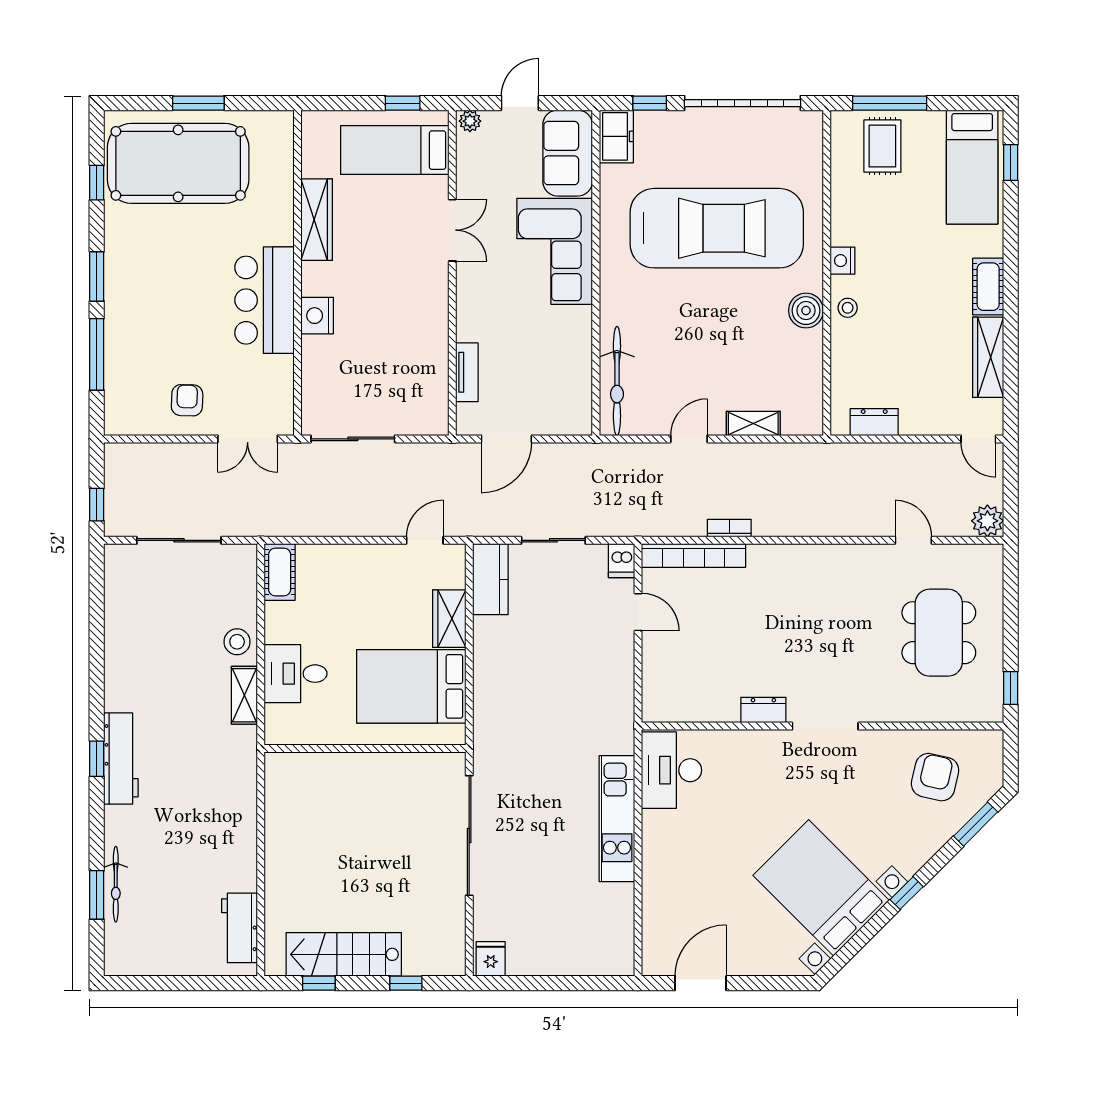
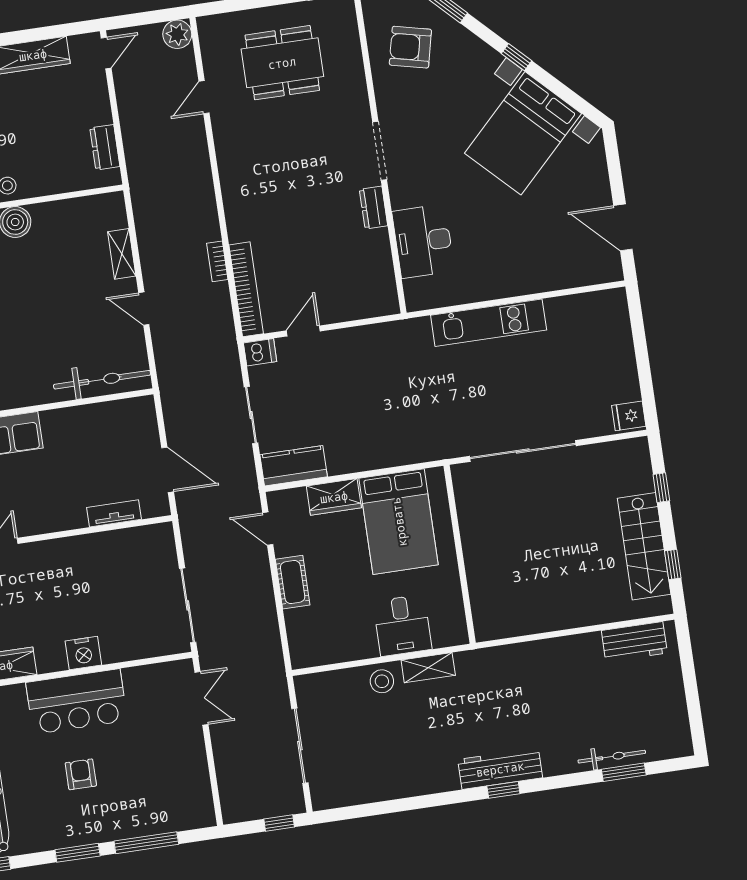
armchair: (187, 400) -> (81, 774), moved, turned 88
cot: (280, 572) -> (293, 582), moved, turned 90
desk: (672, 770) -> (423, 241), moved, turned 90

